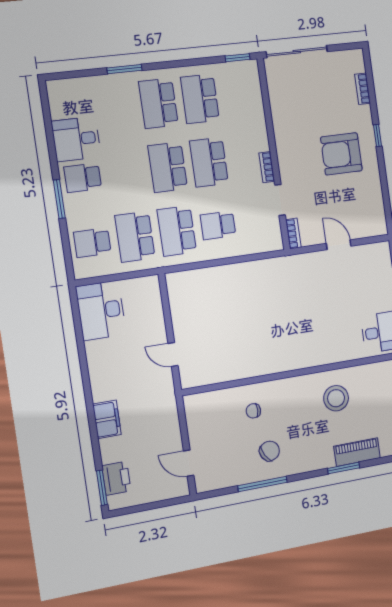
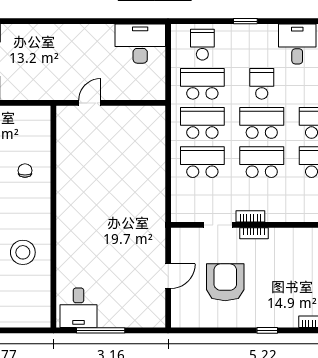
armchair: (341, 154) -> (225, 282), moved
school desk: (83, 178) -> (262, 84), moved
window: (59, 199) -> (245, 21), width x0.67
school desk: (218, 225) -> (202, 162), width x1.85
bookcase: (293, 233) -> (254, 233), moved
filing cabinet: (107, 419) -> (41, 35), removed

